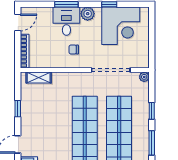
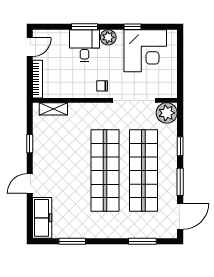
chair: (74, 50) -> (102, 86), moved
plant: (144, 77) -> (167, 113), width x1.88, depth x1.88

